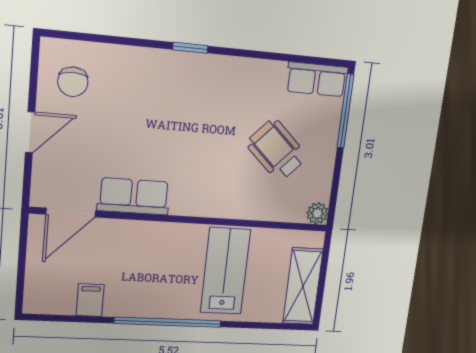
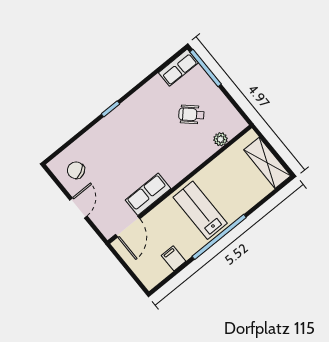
chair: (73, 82) -> (76, 170), turned 153
wheelchair: (277, 150) -> (191, 115), width x0.73, depth x0.73
plant: (317, 213) -> (221, 139), moved
lab bench: (225, 271) -> (200, 210), moved

